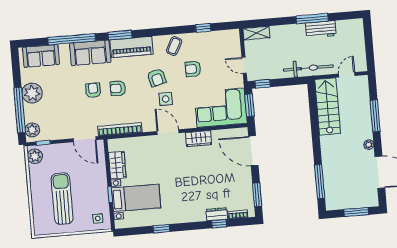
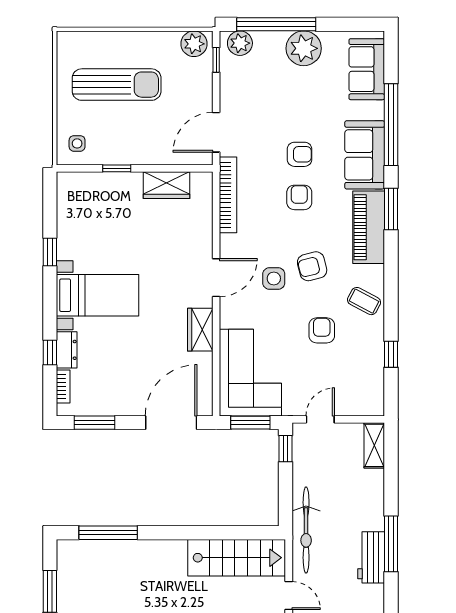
bed with nightstands: (136, 198) -> (98, 295), moved, turned -90

